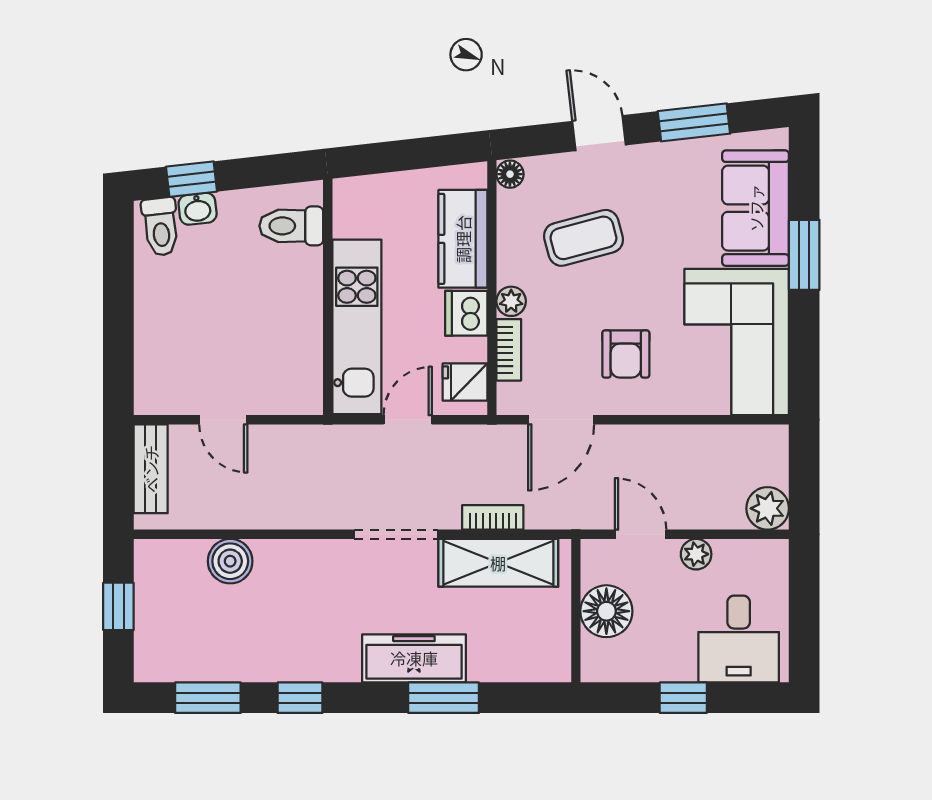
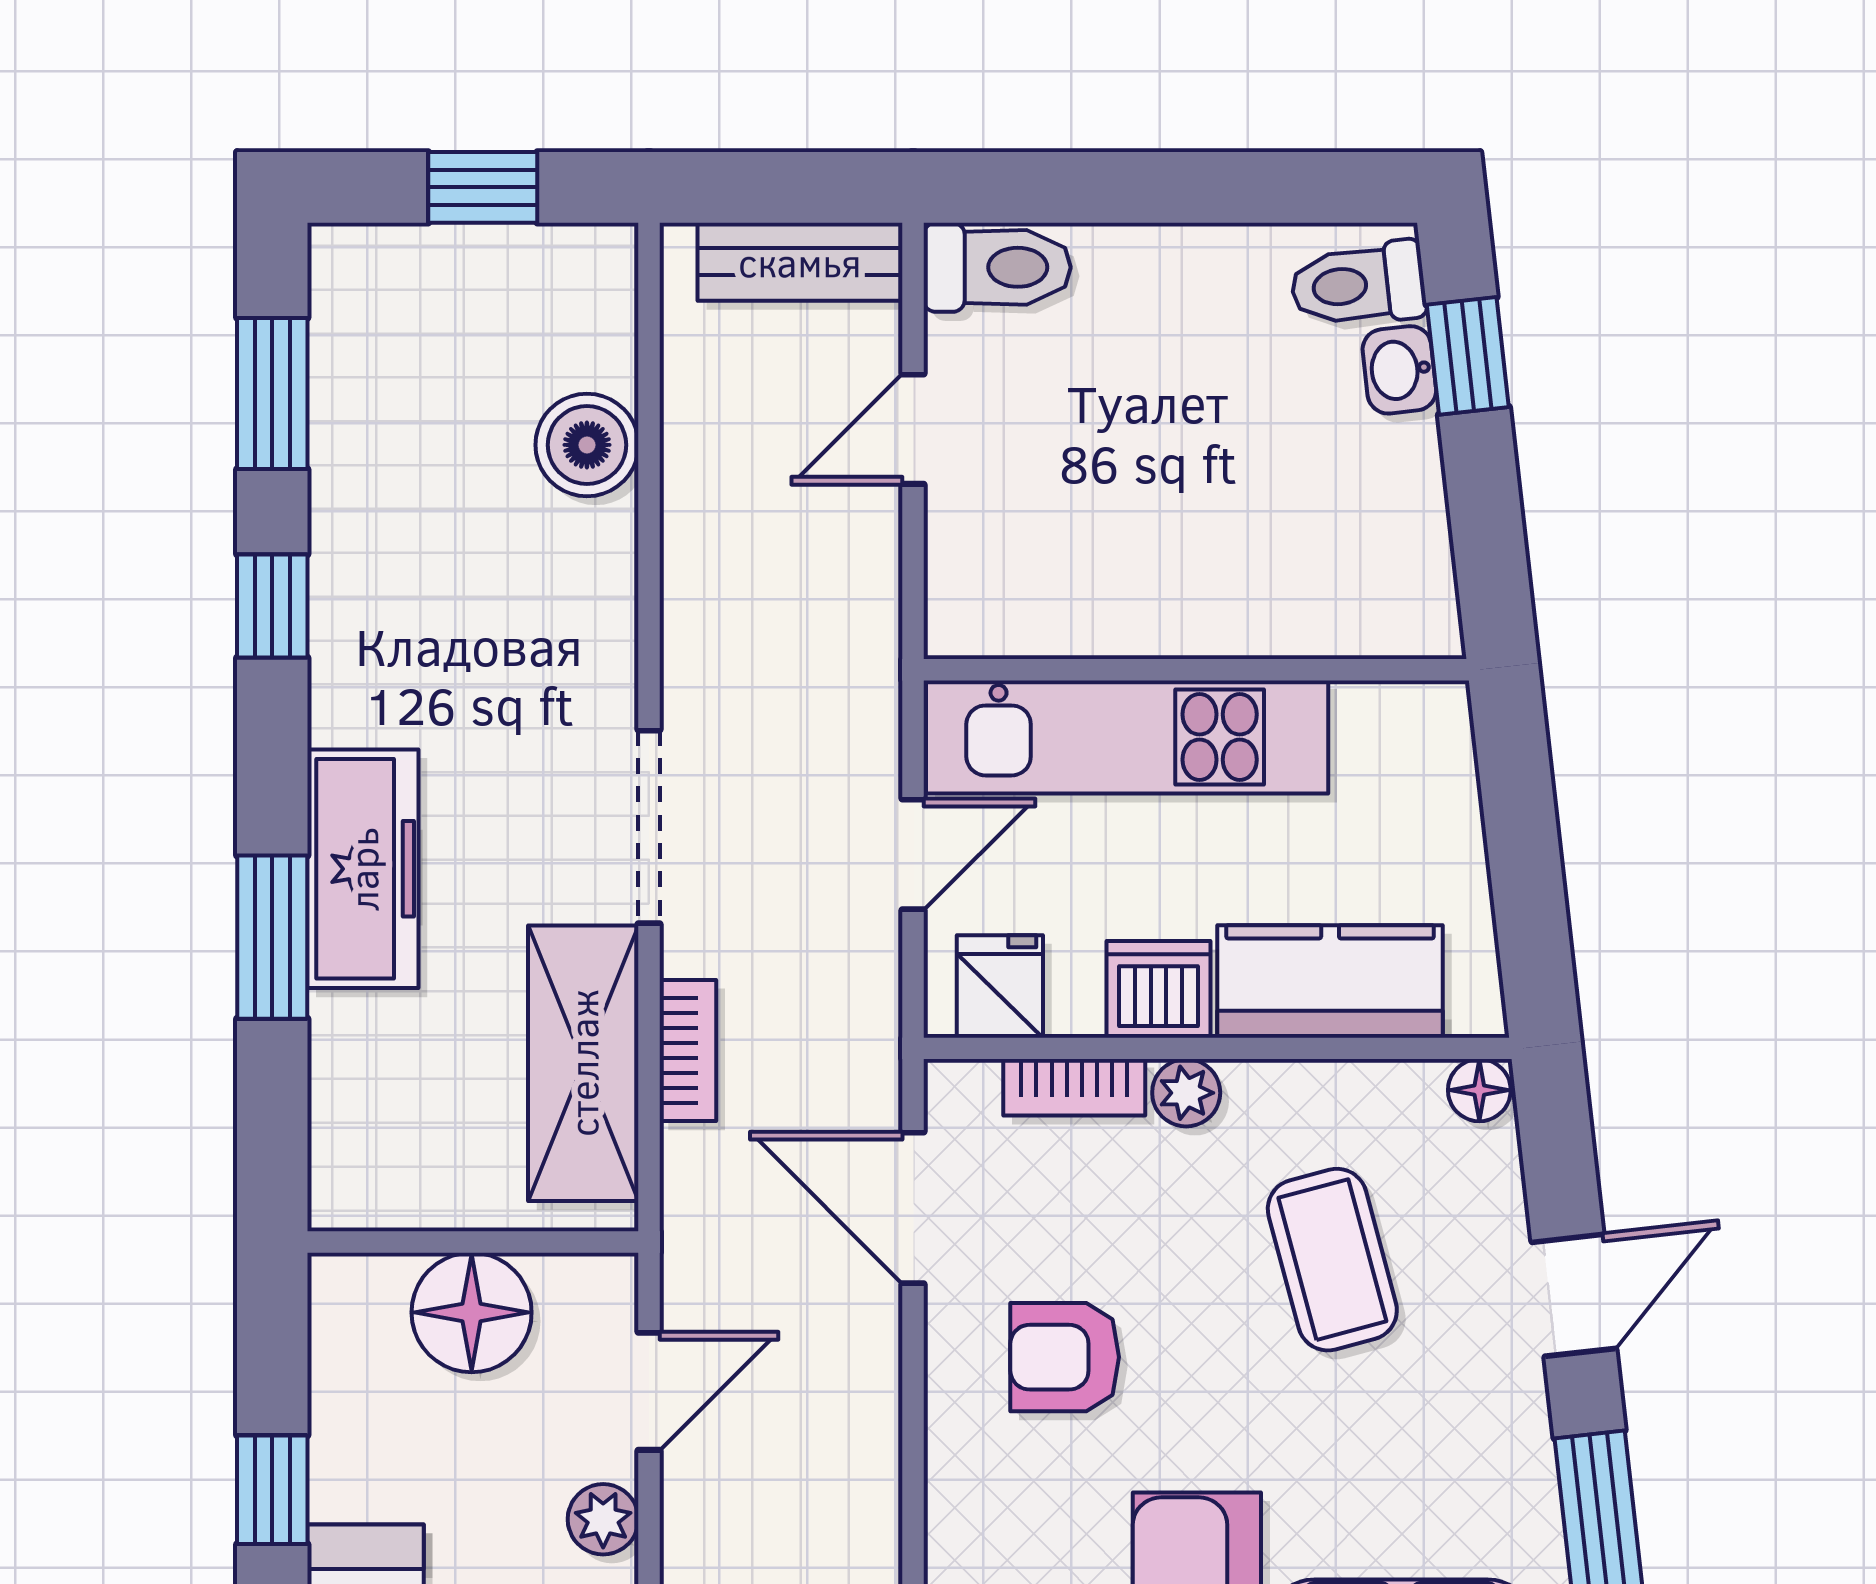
toilet: (291, 226) -> (997, 267), moved, turned 90
door: (408, 420) -> (913, 854), hinge flipped

